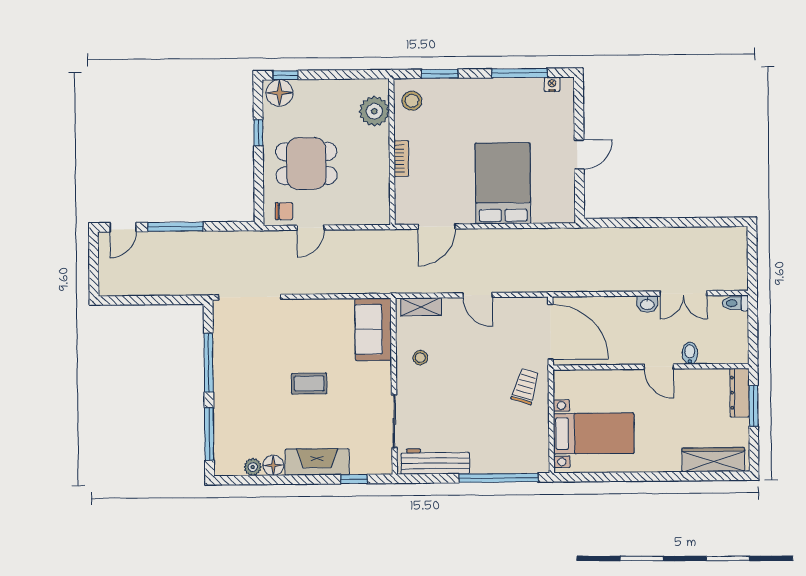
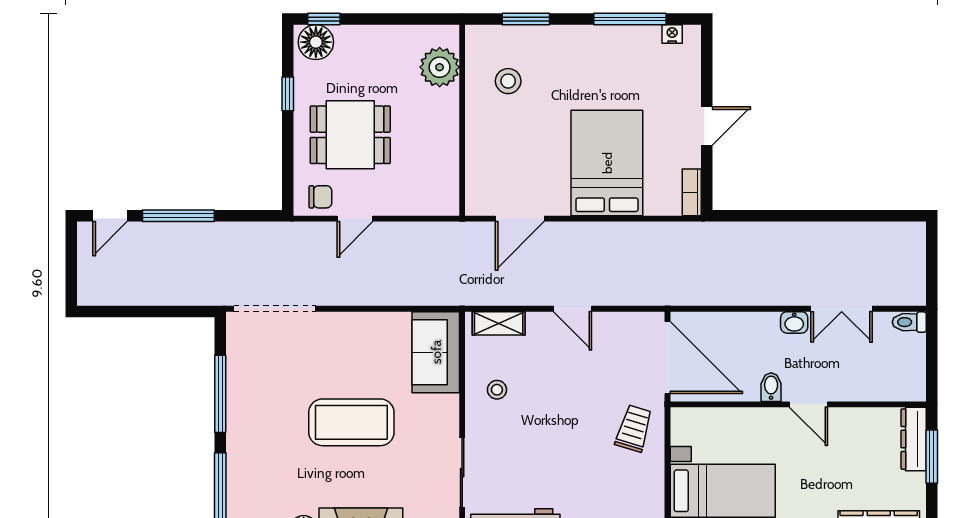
stool: (412, 101) -> (508, 81), moved
bookcase: (401, 158) -> (692, 192), moved, turned 180
bidet: (690, 353) -> (771, 387), moved
coffee table: (309, 384) -> (351, 422), width x1.86, depth x1.72

